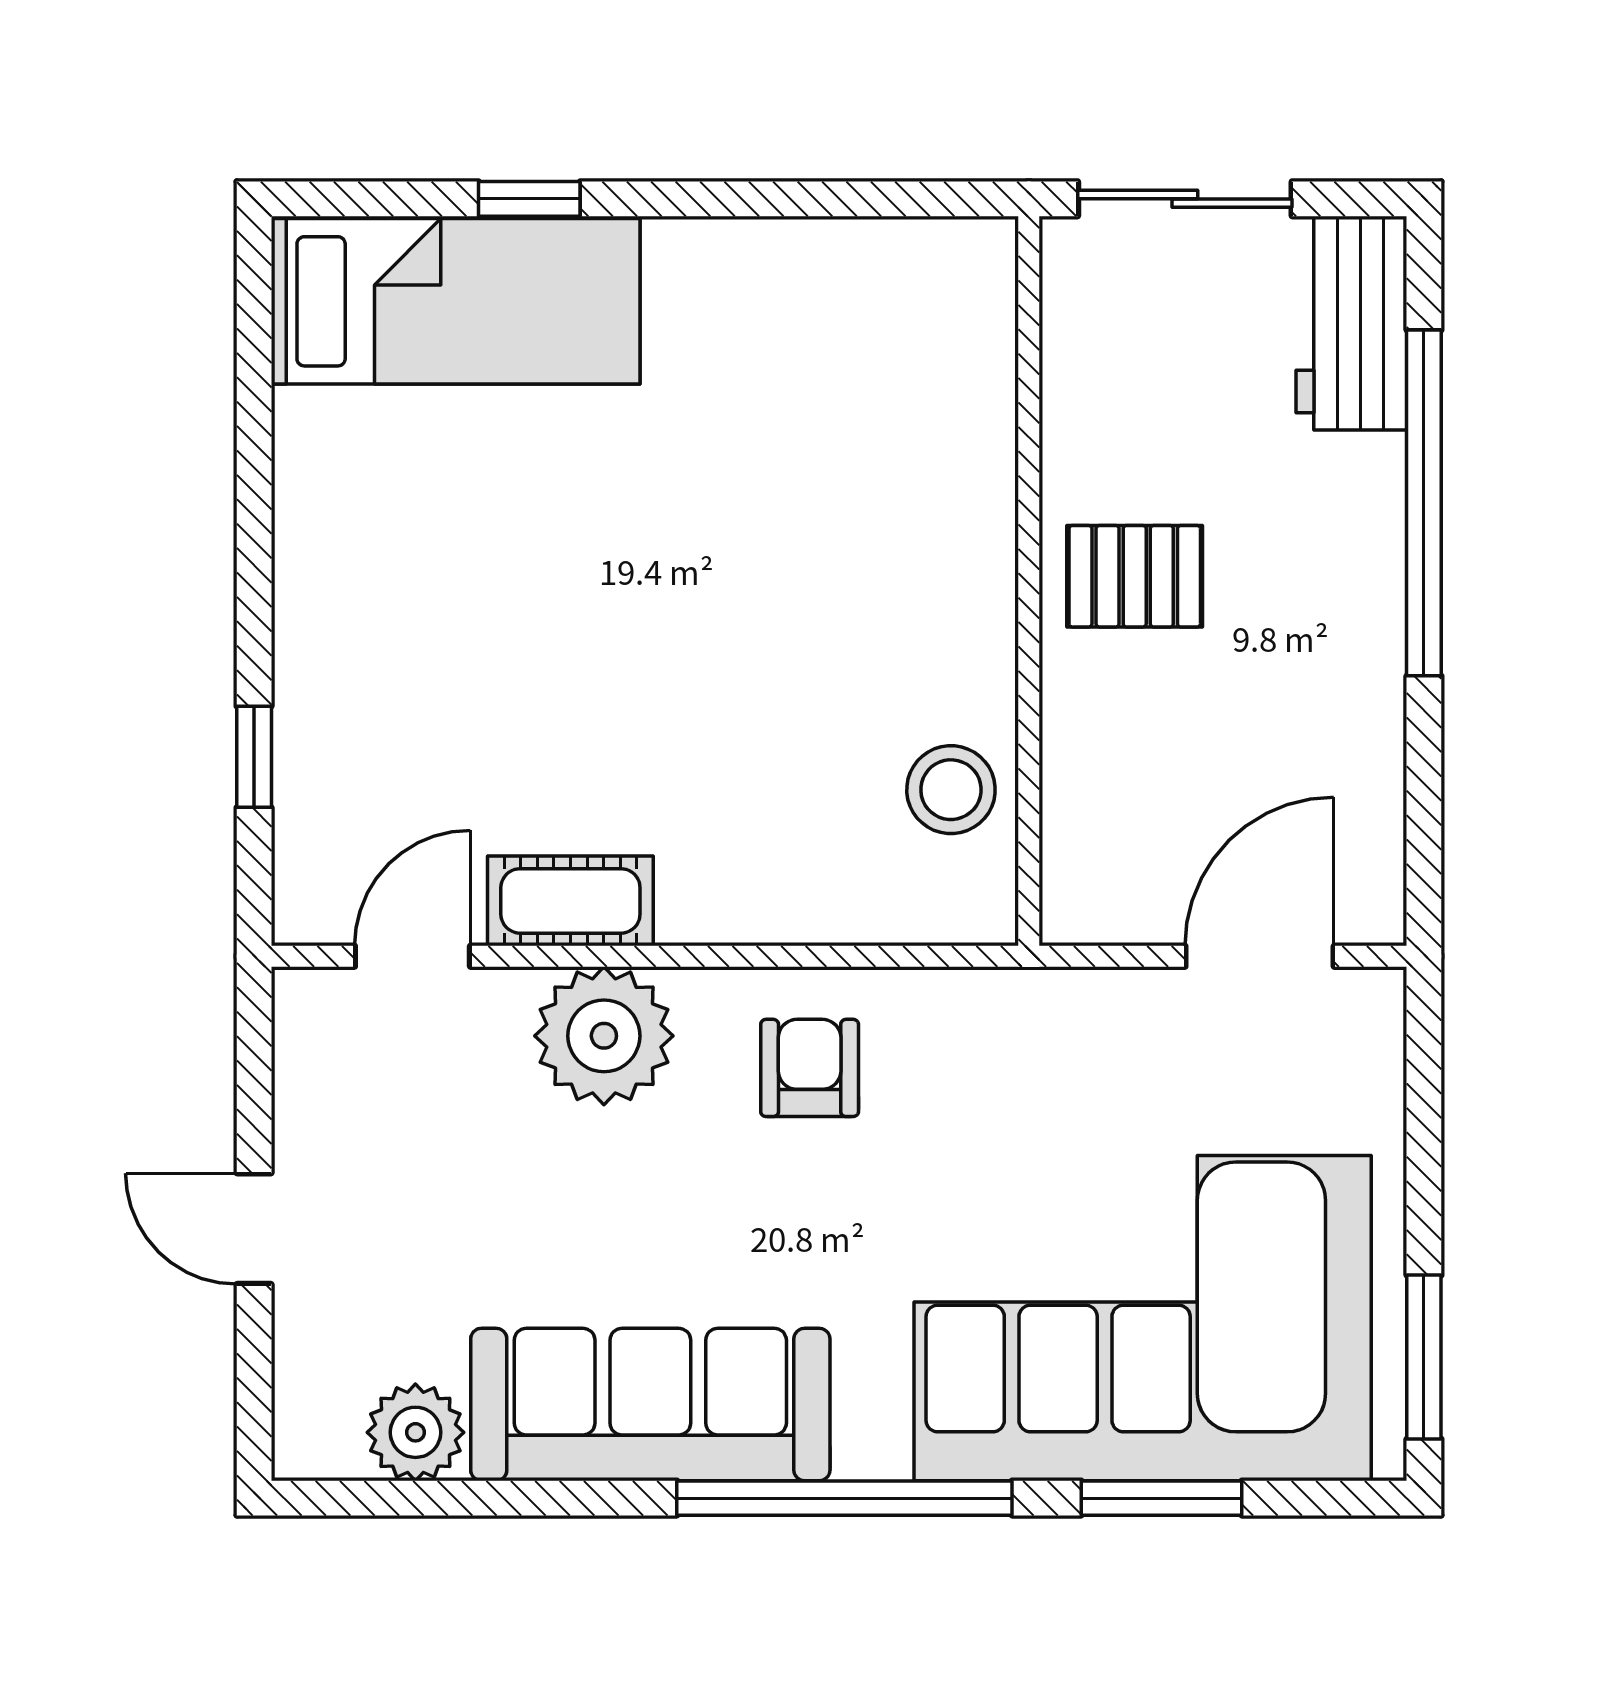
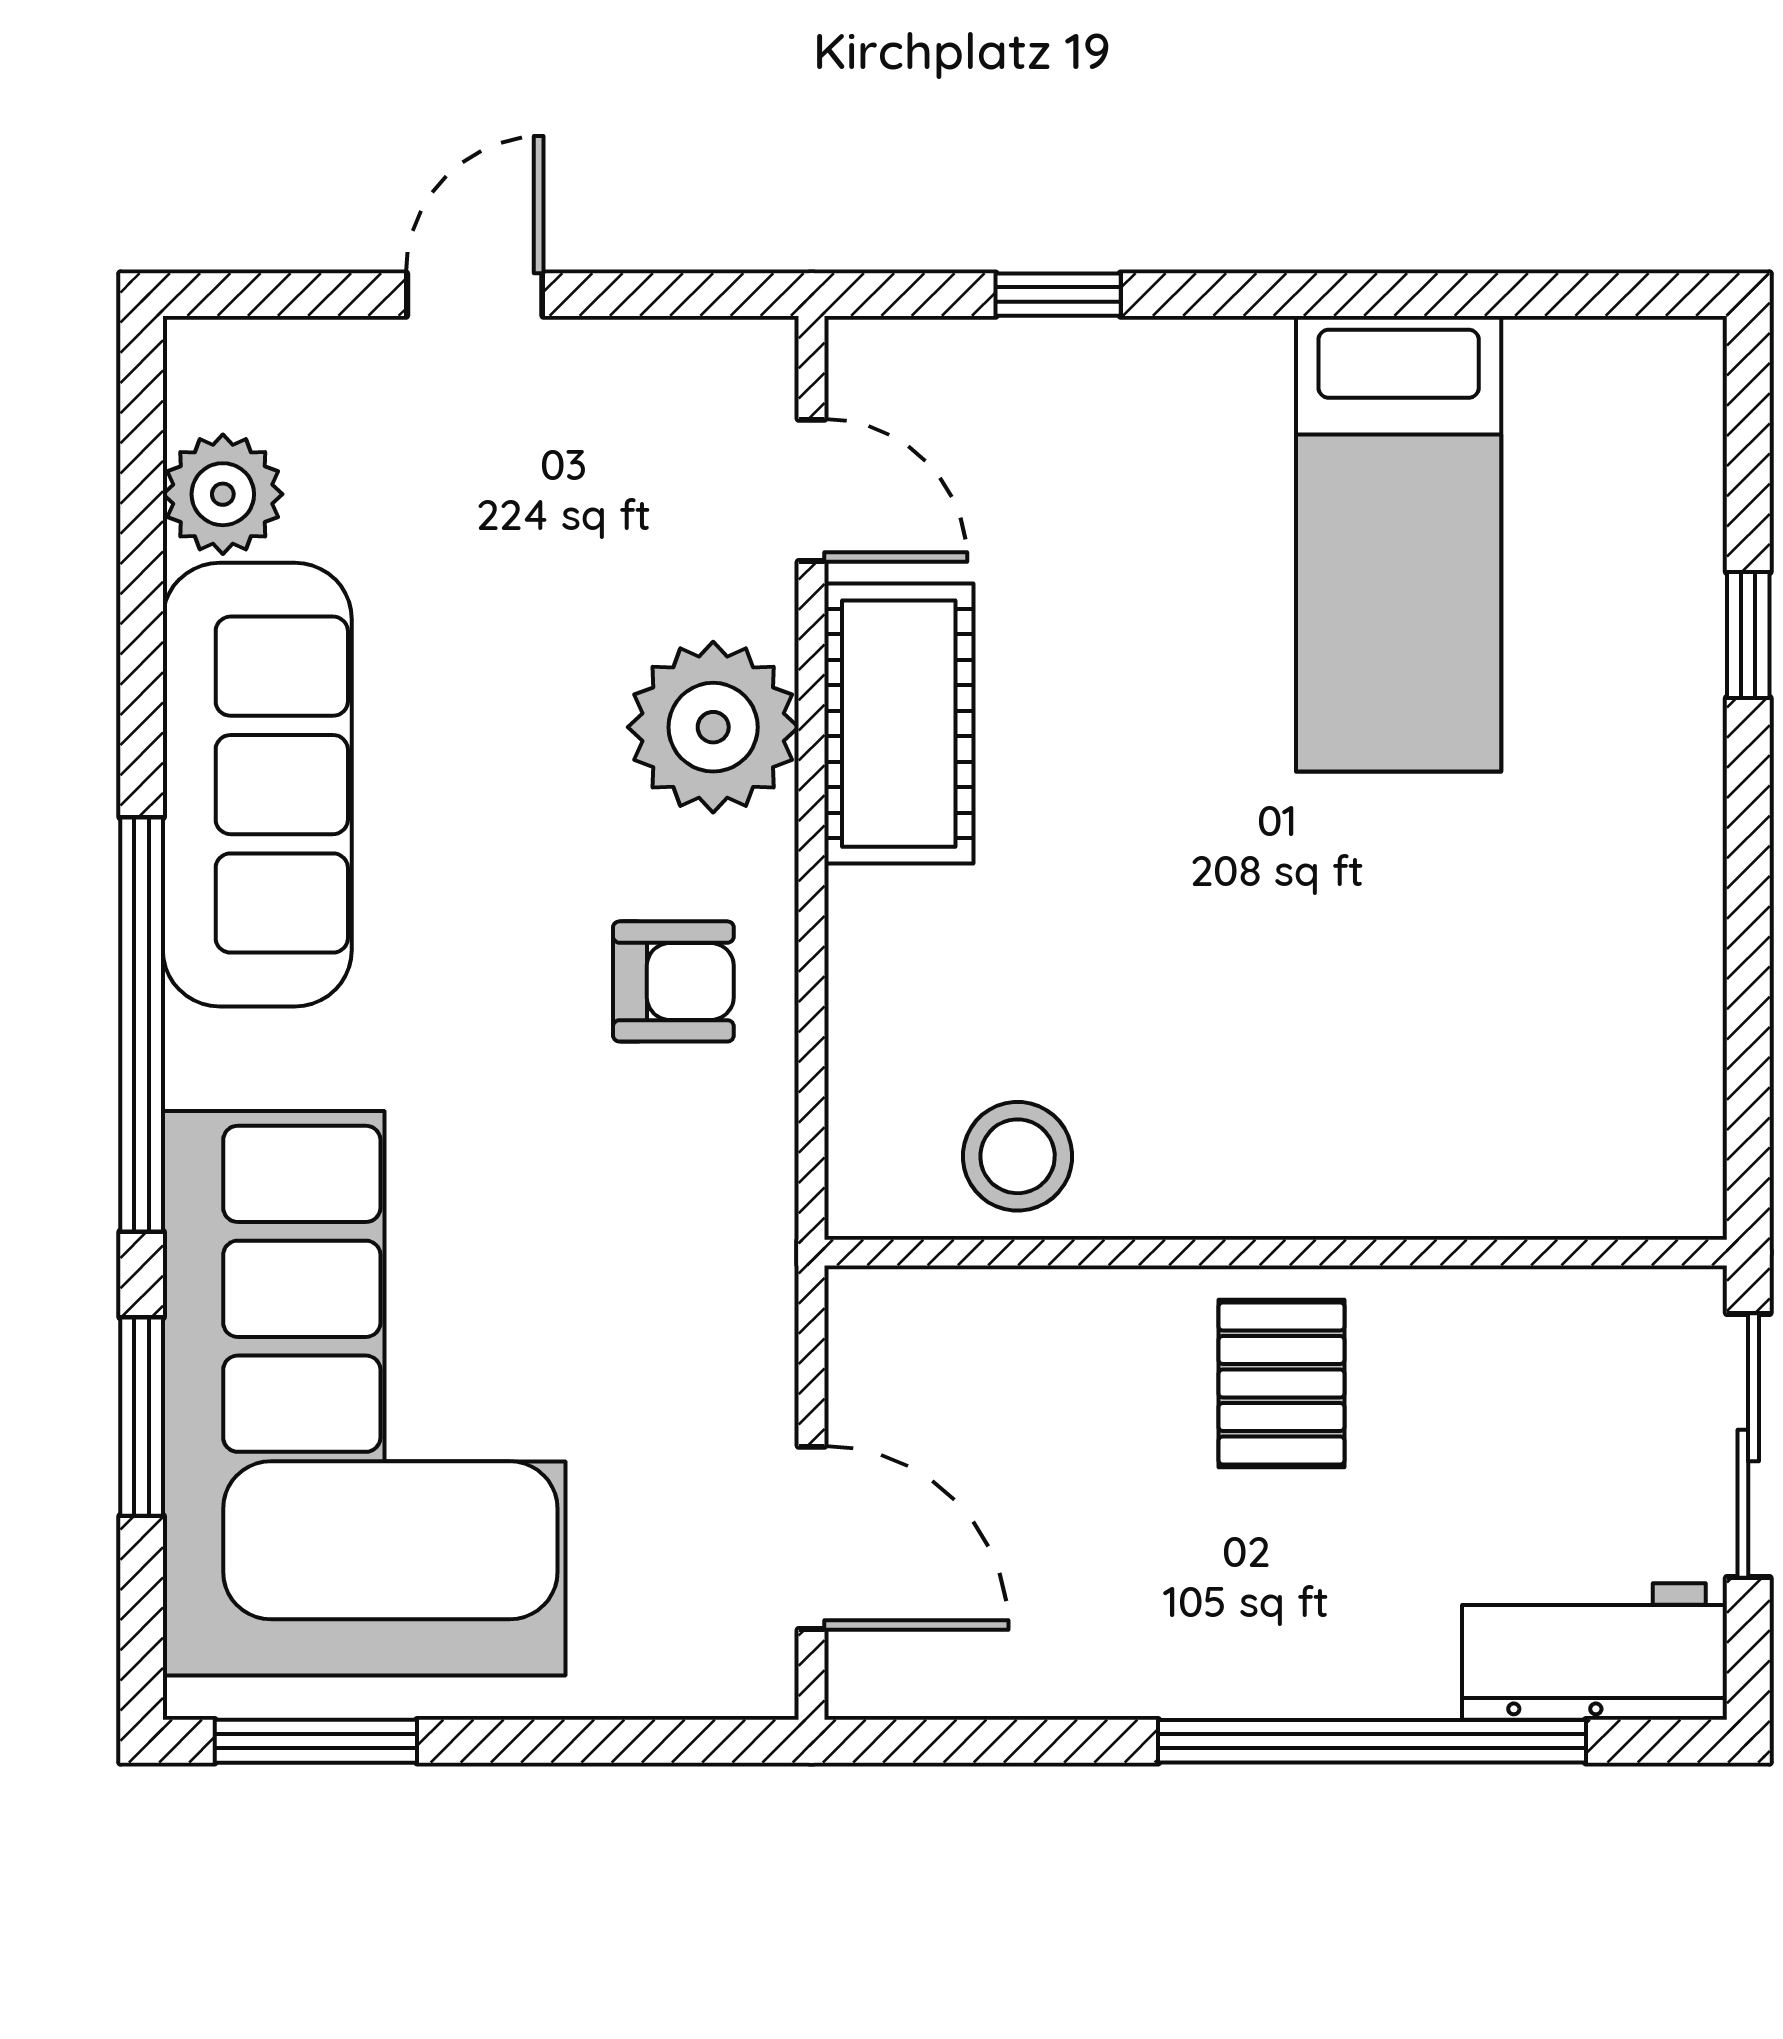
bed: (456, 301) -> (1399, 544), moved
cot: (570, 901) -> (899, 724), width x1.37, depth x1.34

